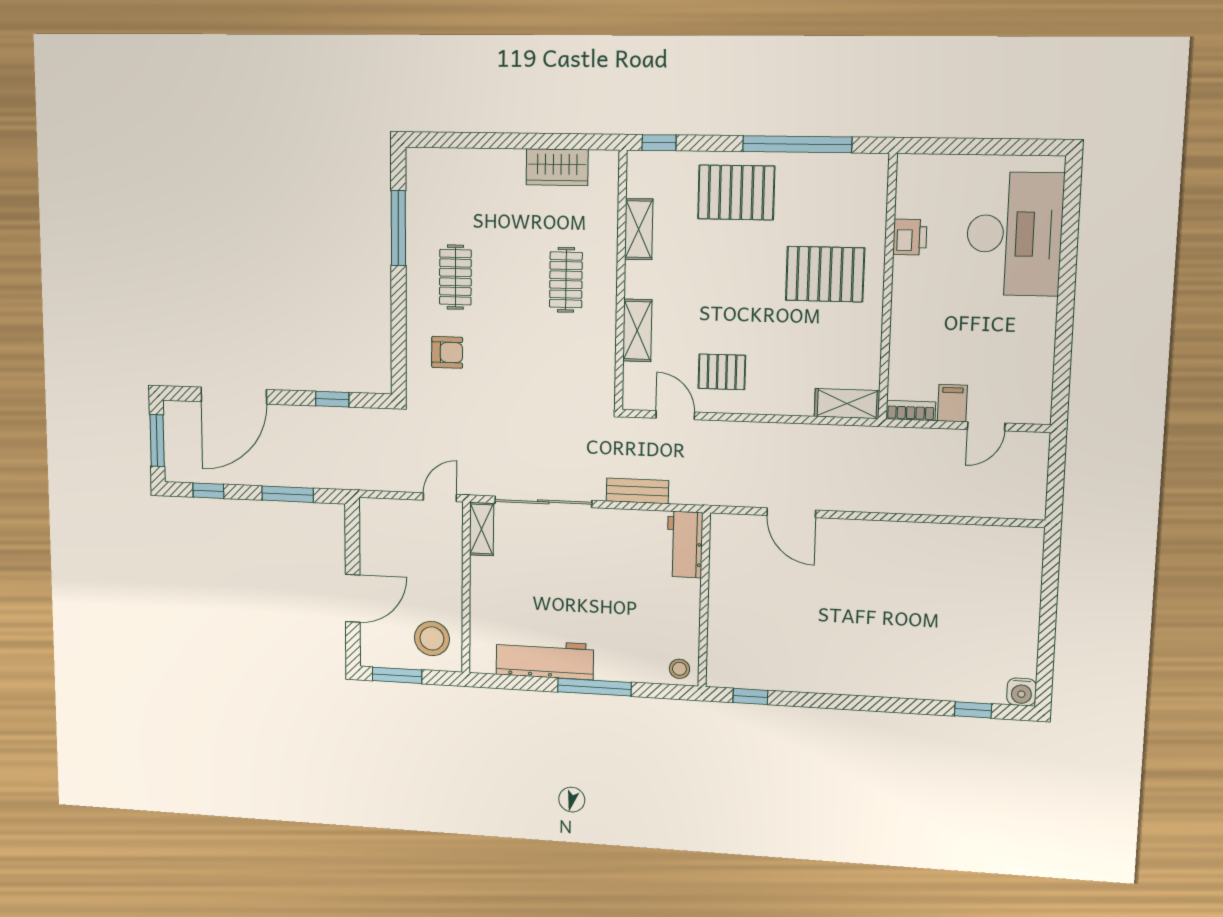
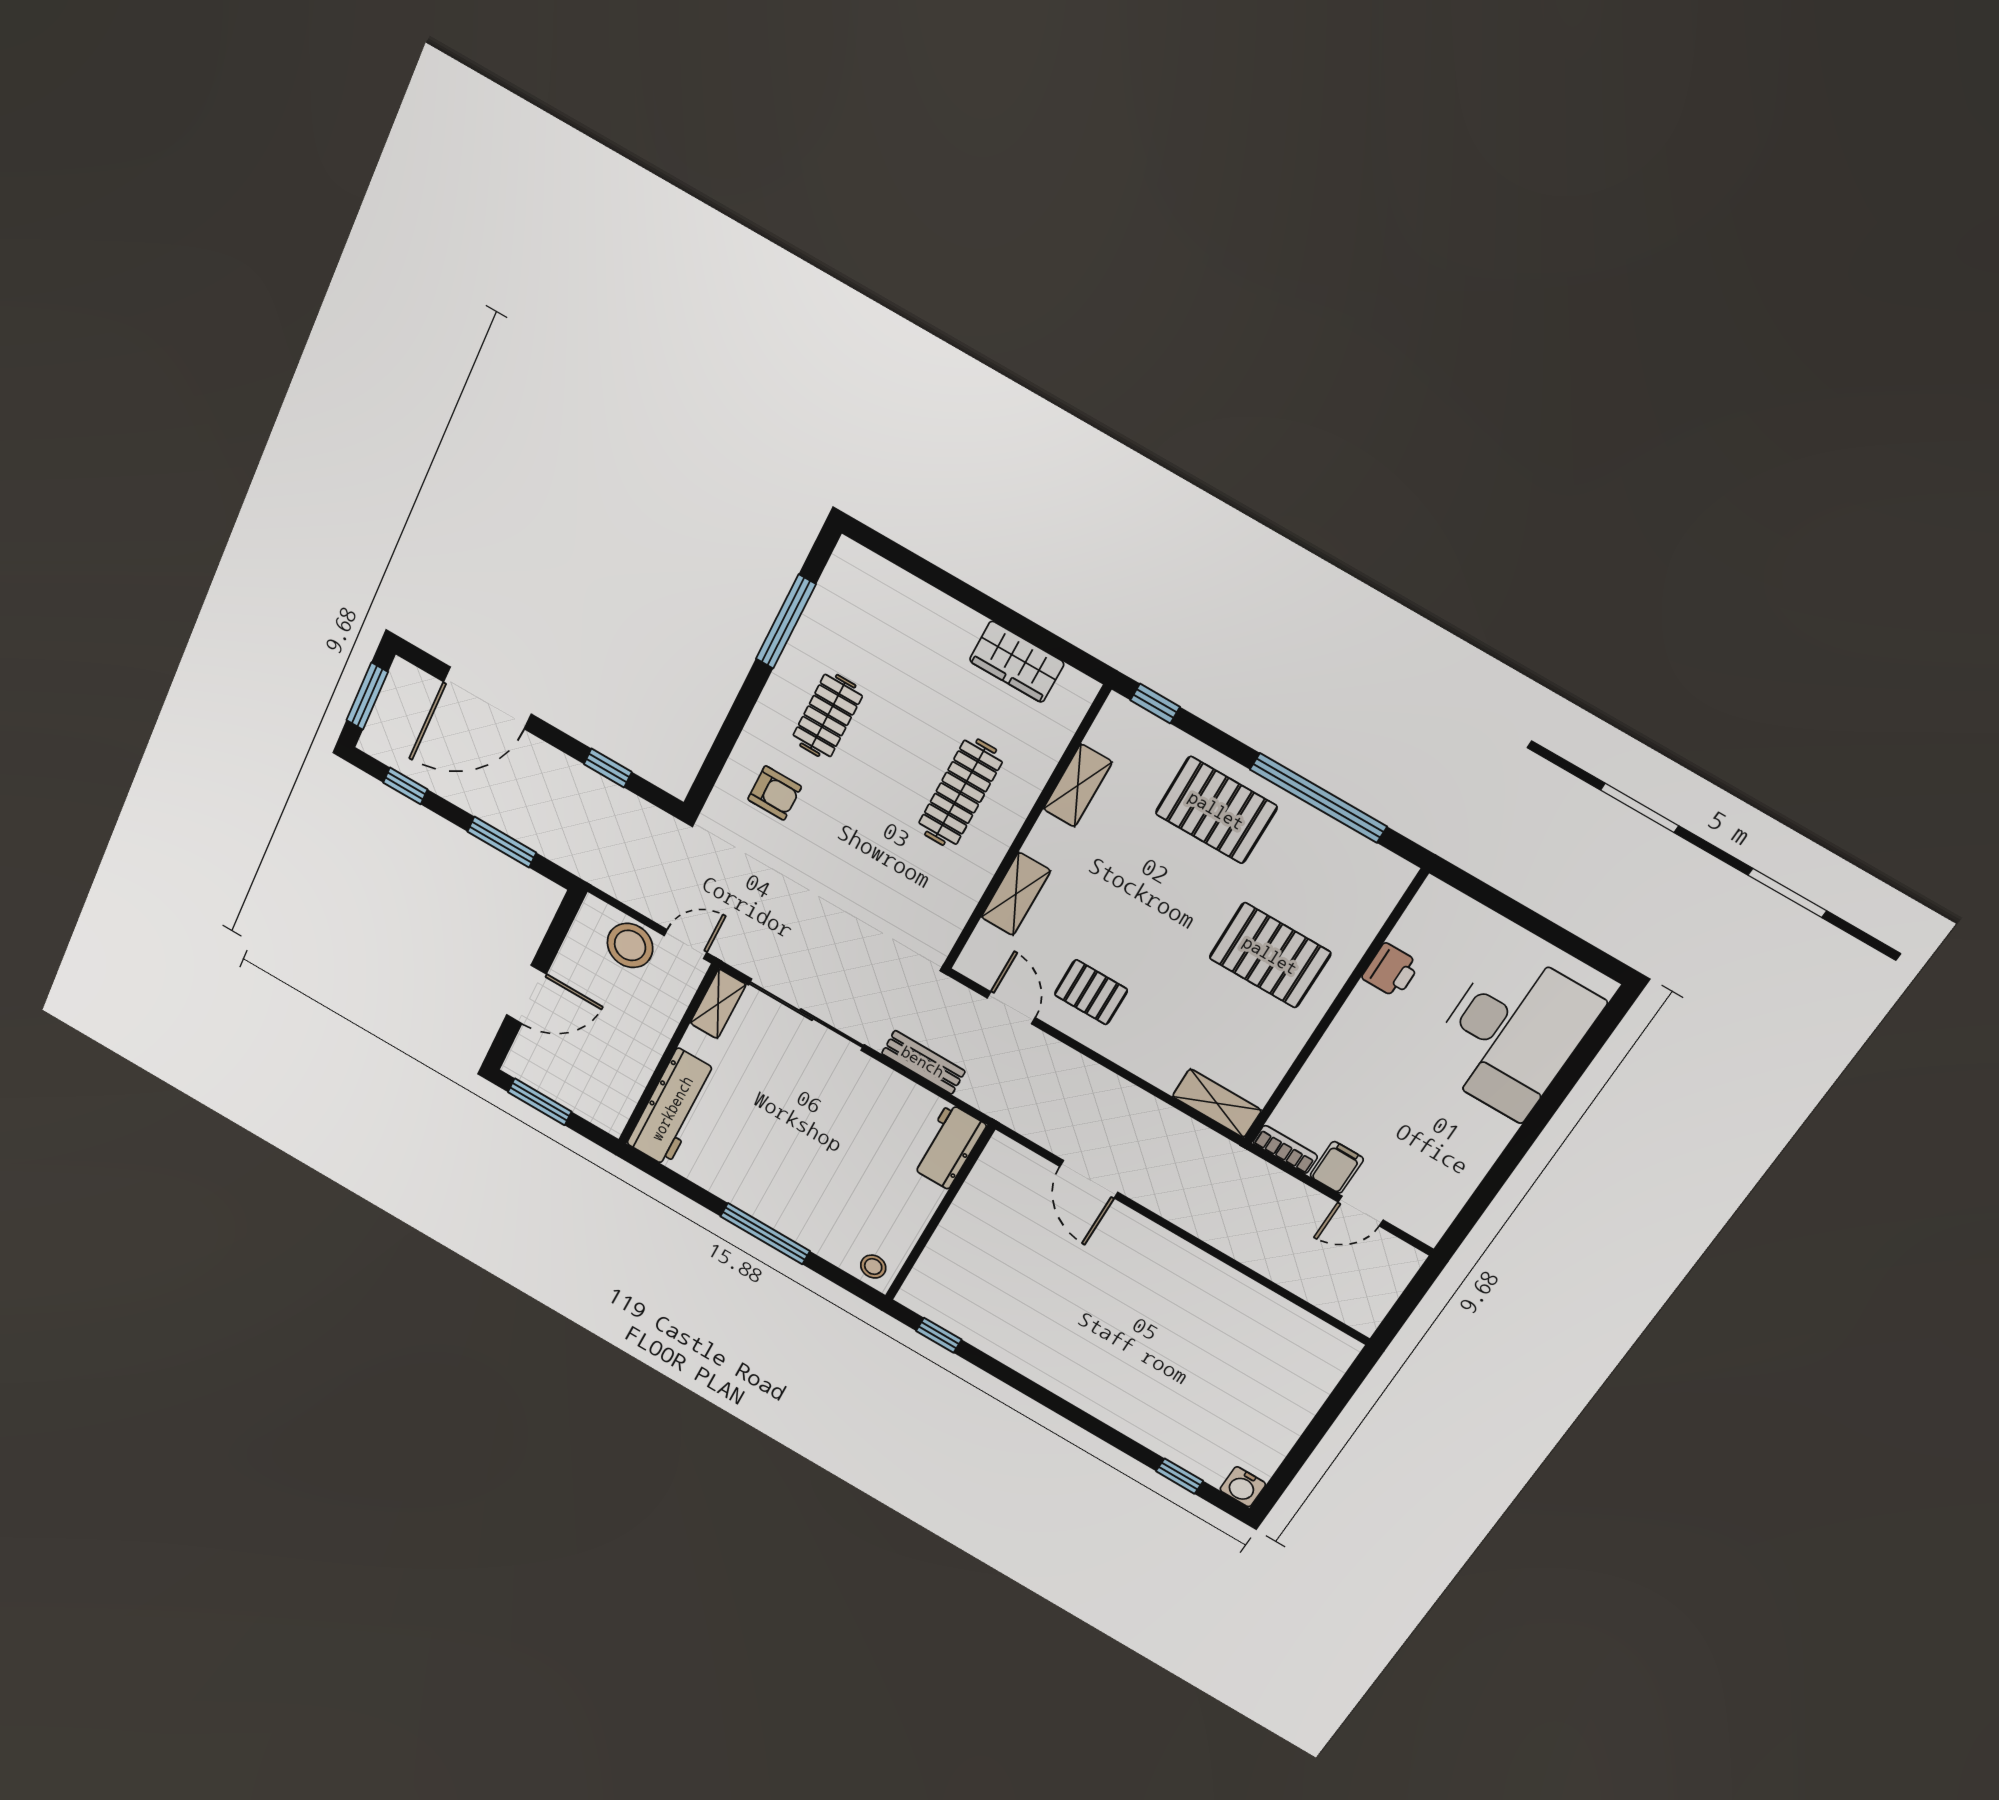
clothes rail: (566, 280) -> (960, 793), width x1.36
stool: (432, 638) -> (630, 945), moved
workbench: (545, 659) -> (672, 1108), moved, turned 90

